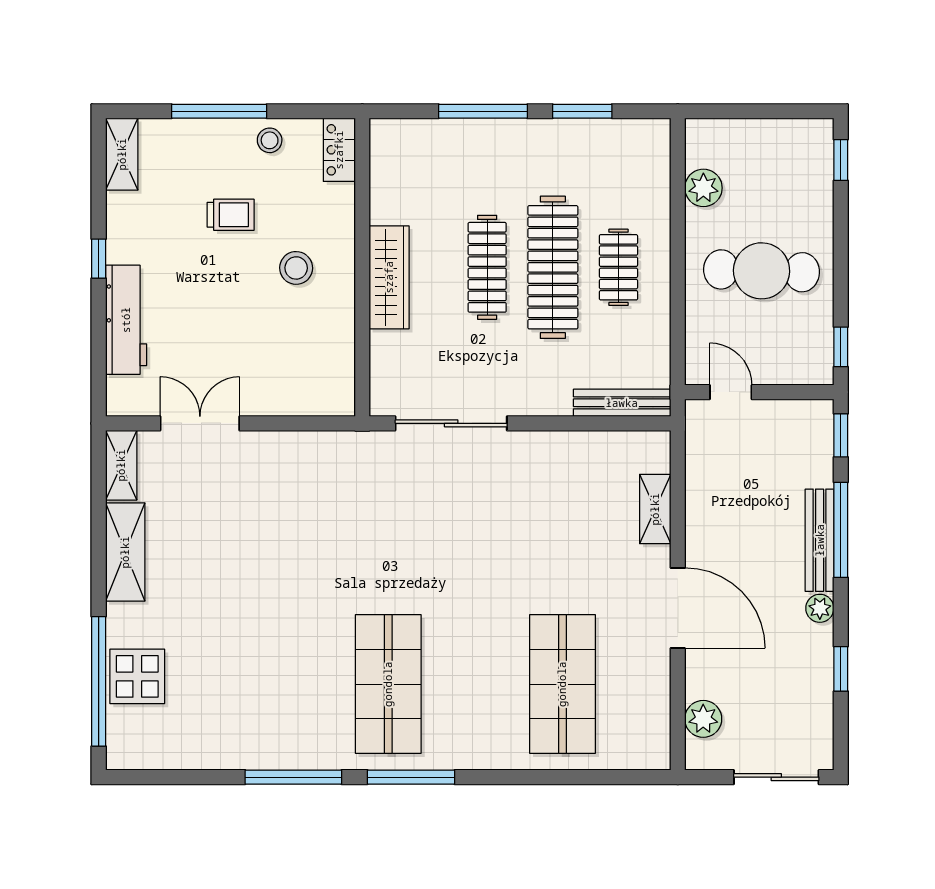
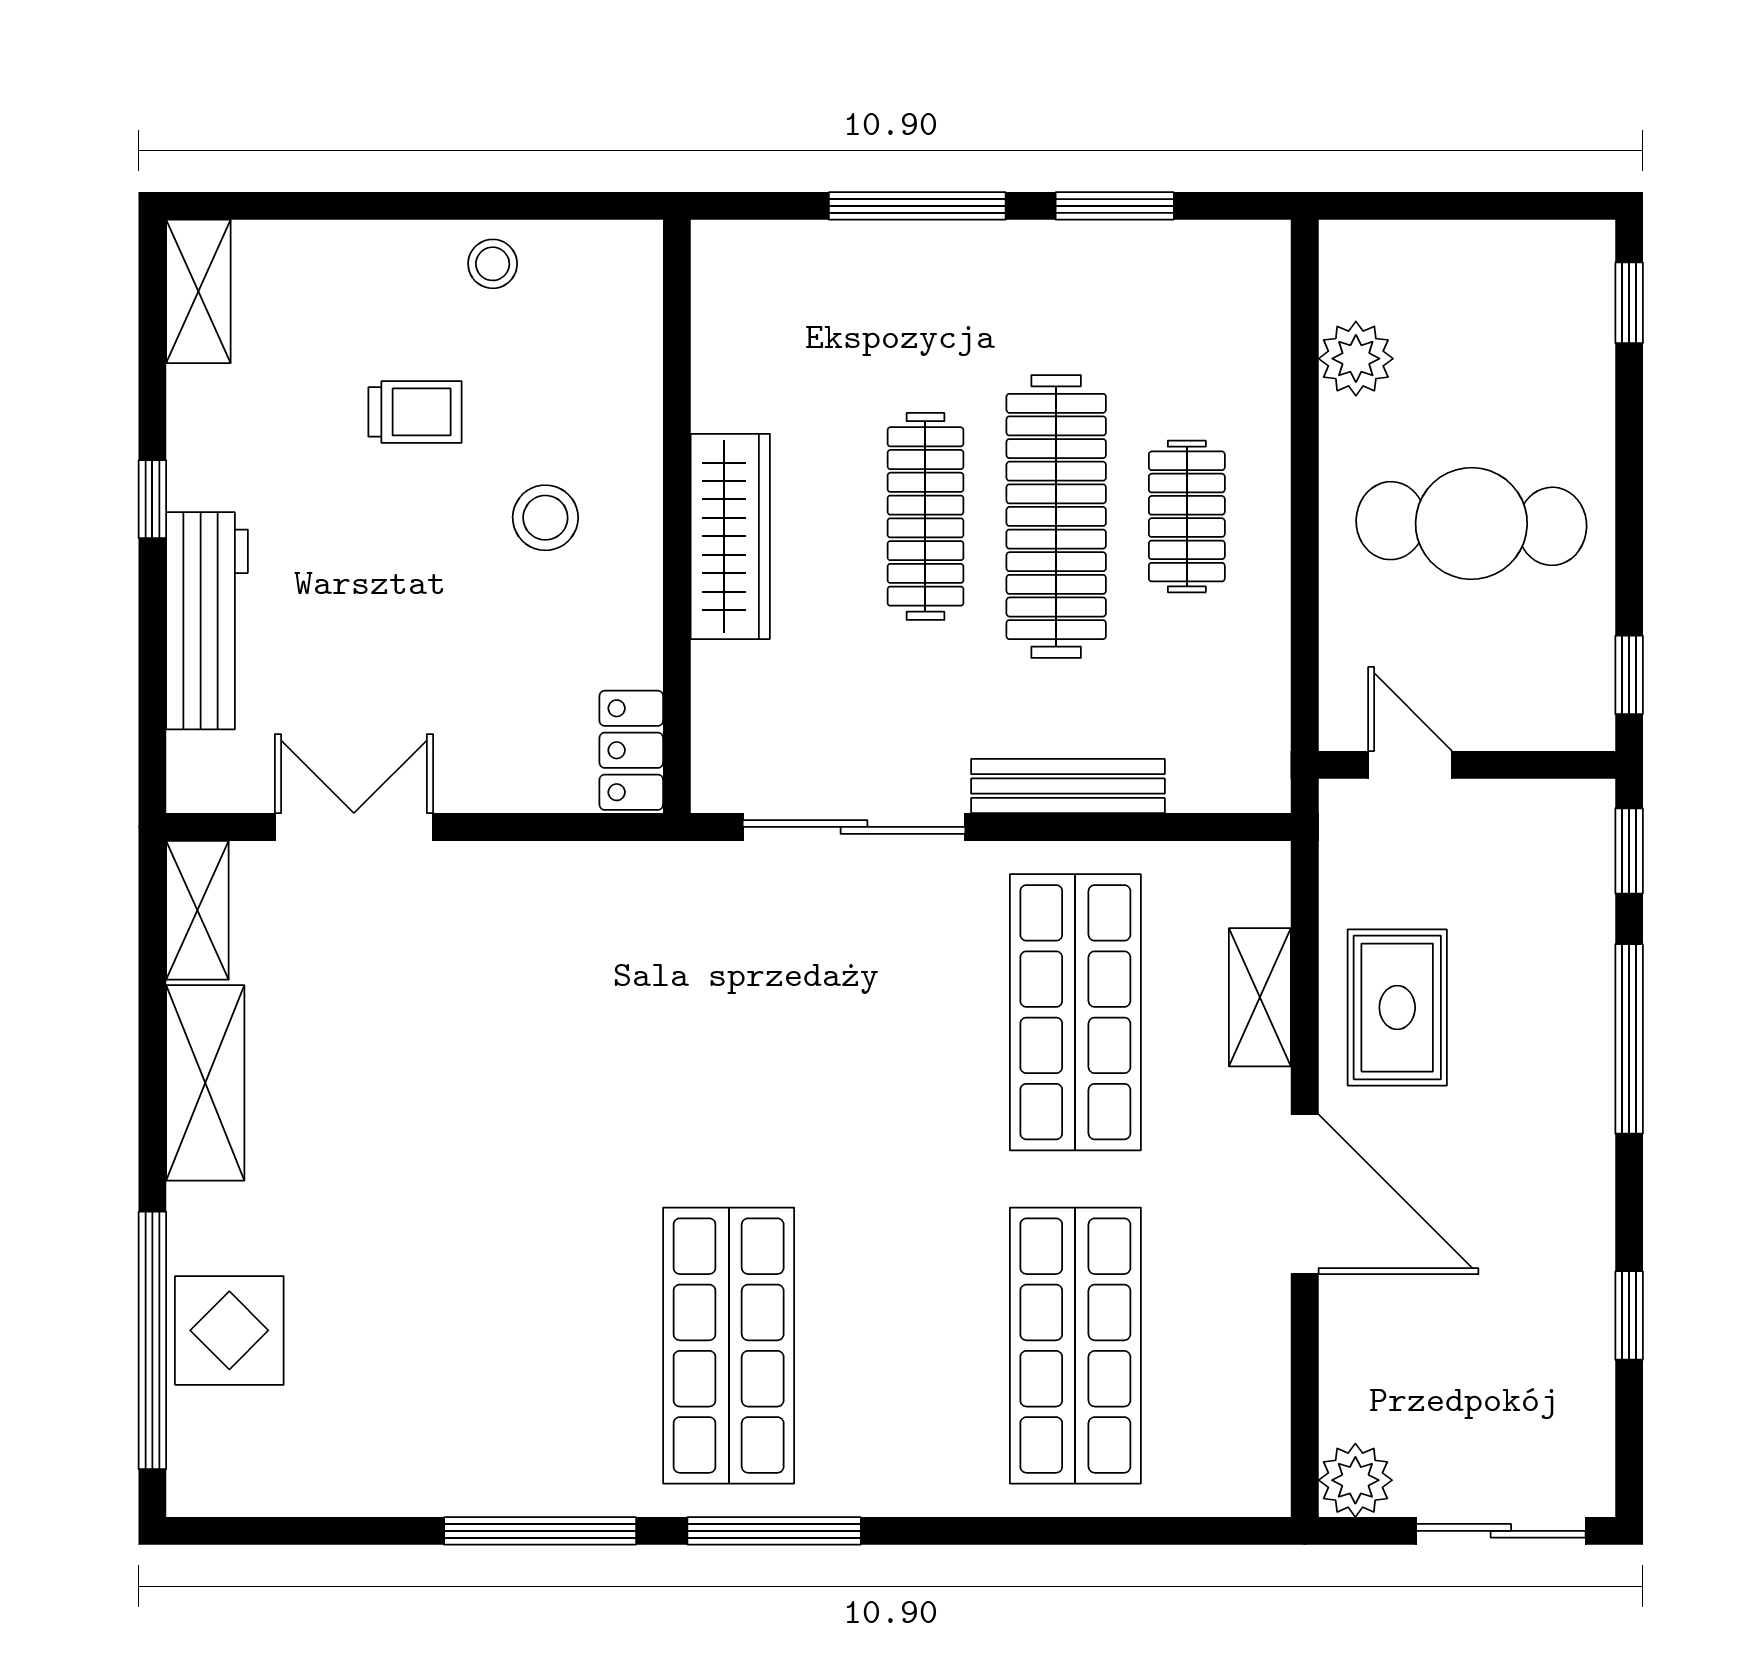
window: (219, 111) -> (392, 206), removed
locker: (339, 150) -> (631, 750), moved
bench: (622, 403) -> (1068, 786), moved
rug: (724, 514) -> (1397, 1008), added
shop shelf: (562, 516) -> (1075, 1012), added
bench: (820, 540) -> (1587, 1060), removed
plant: (820, 608) -> (1587, 1195), removed
plant: (703, 719) -> (1355, 1480), moved

